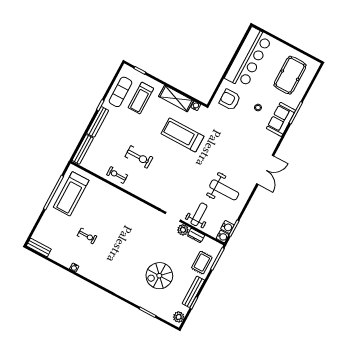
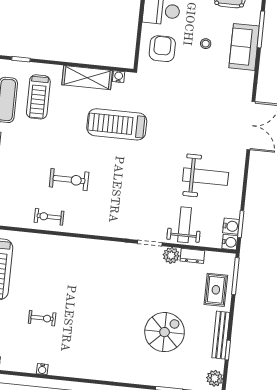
armchair: (230, 100) -> (162, 49), turned 90
spiral stairs: (159, 276) -> (165, 332), turned 180

